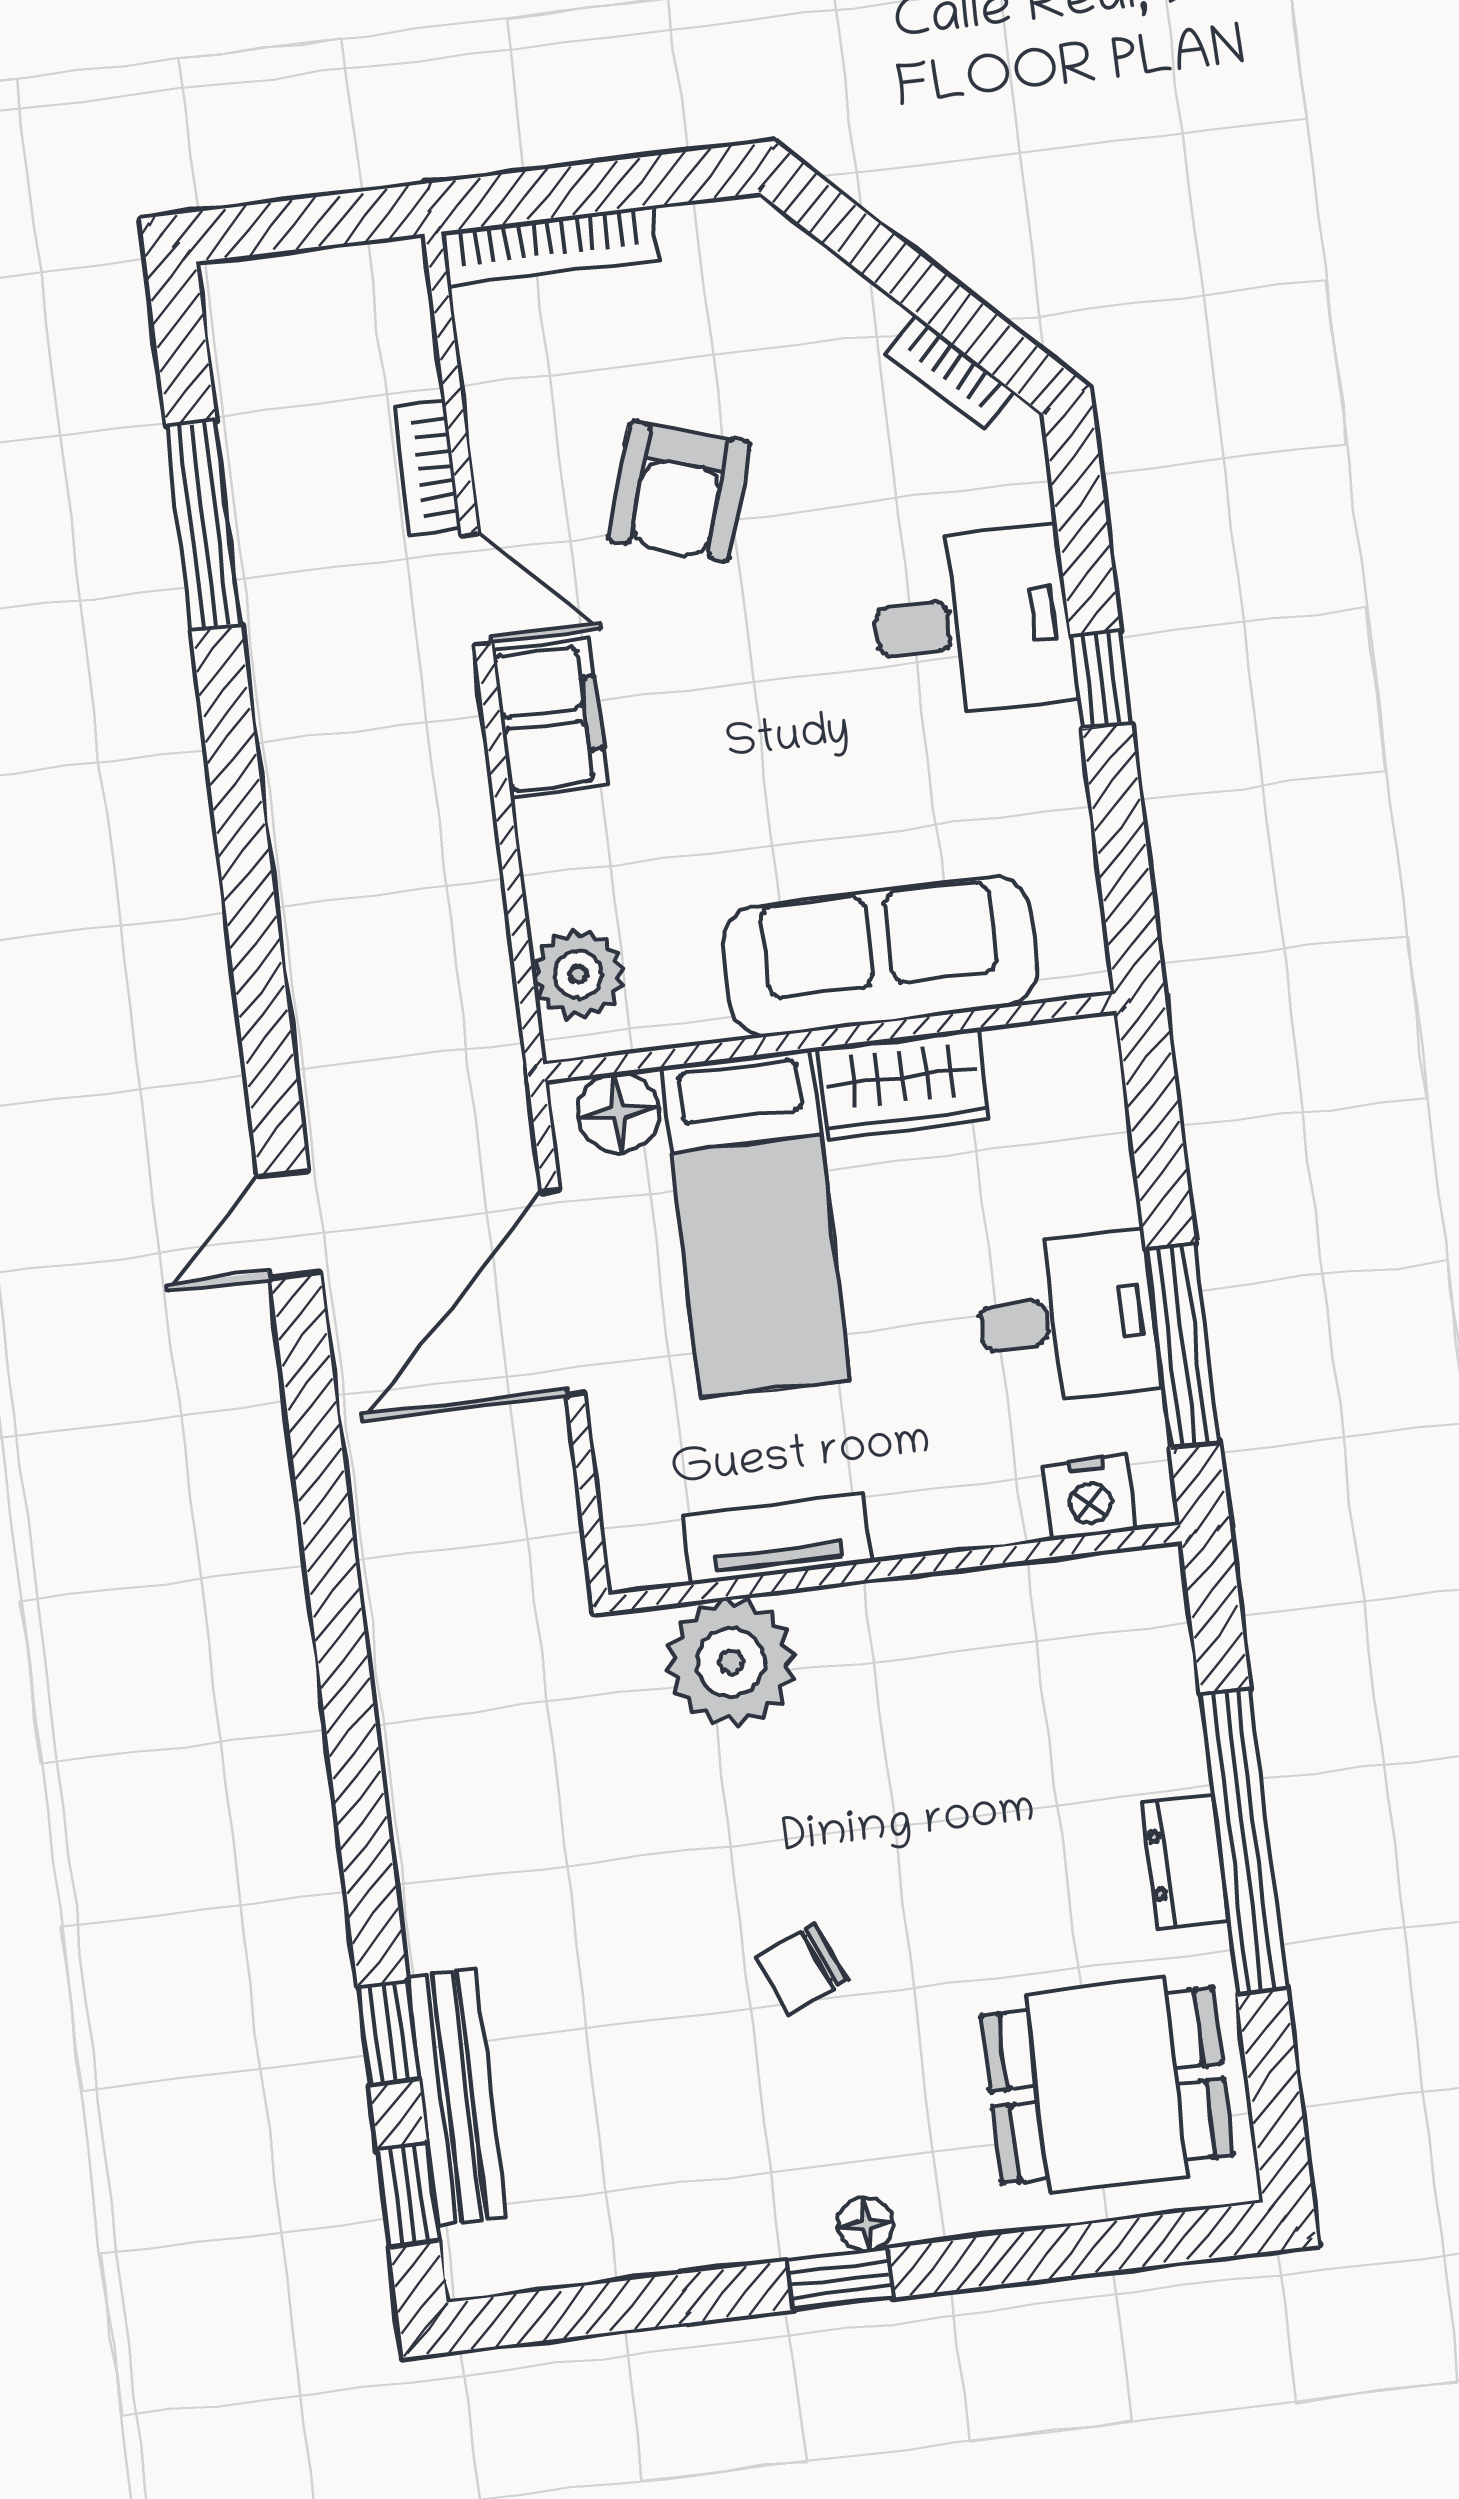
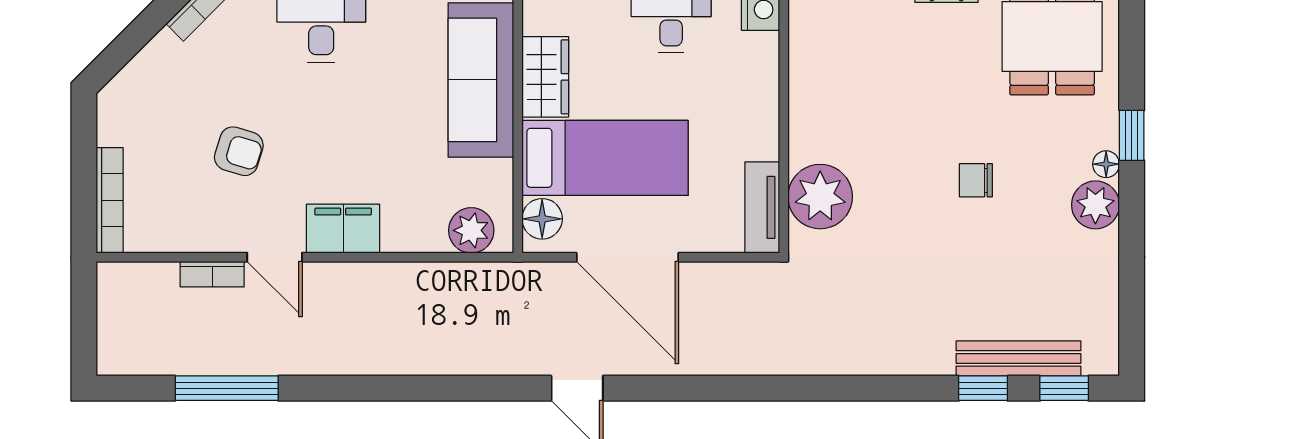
armchair: (679, 491) -> (239, 151), width x0.72, depth x0.72
door: (476, 589) -> (275, 257), swing flipped
tv unit: (777, 1539) -> (762, 207), moved
chair: (802, 1969) -> (976, 180), turned 112
plant: (782, 2213) -> (1095, 205), added
window: (840, 2279) -> (1132, 135), moved

